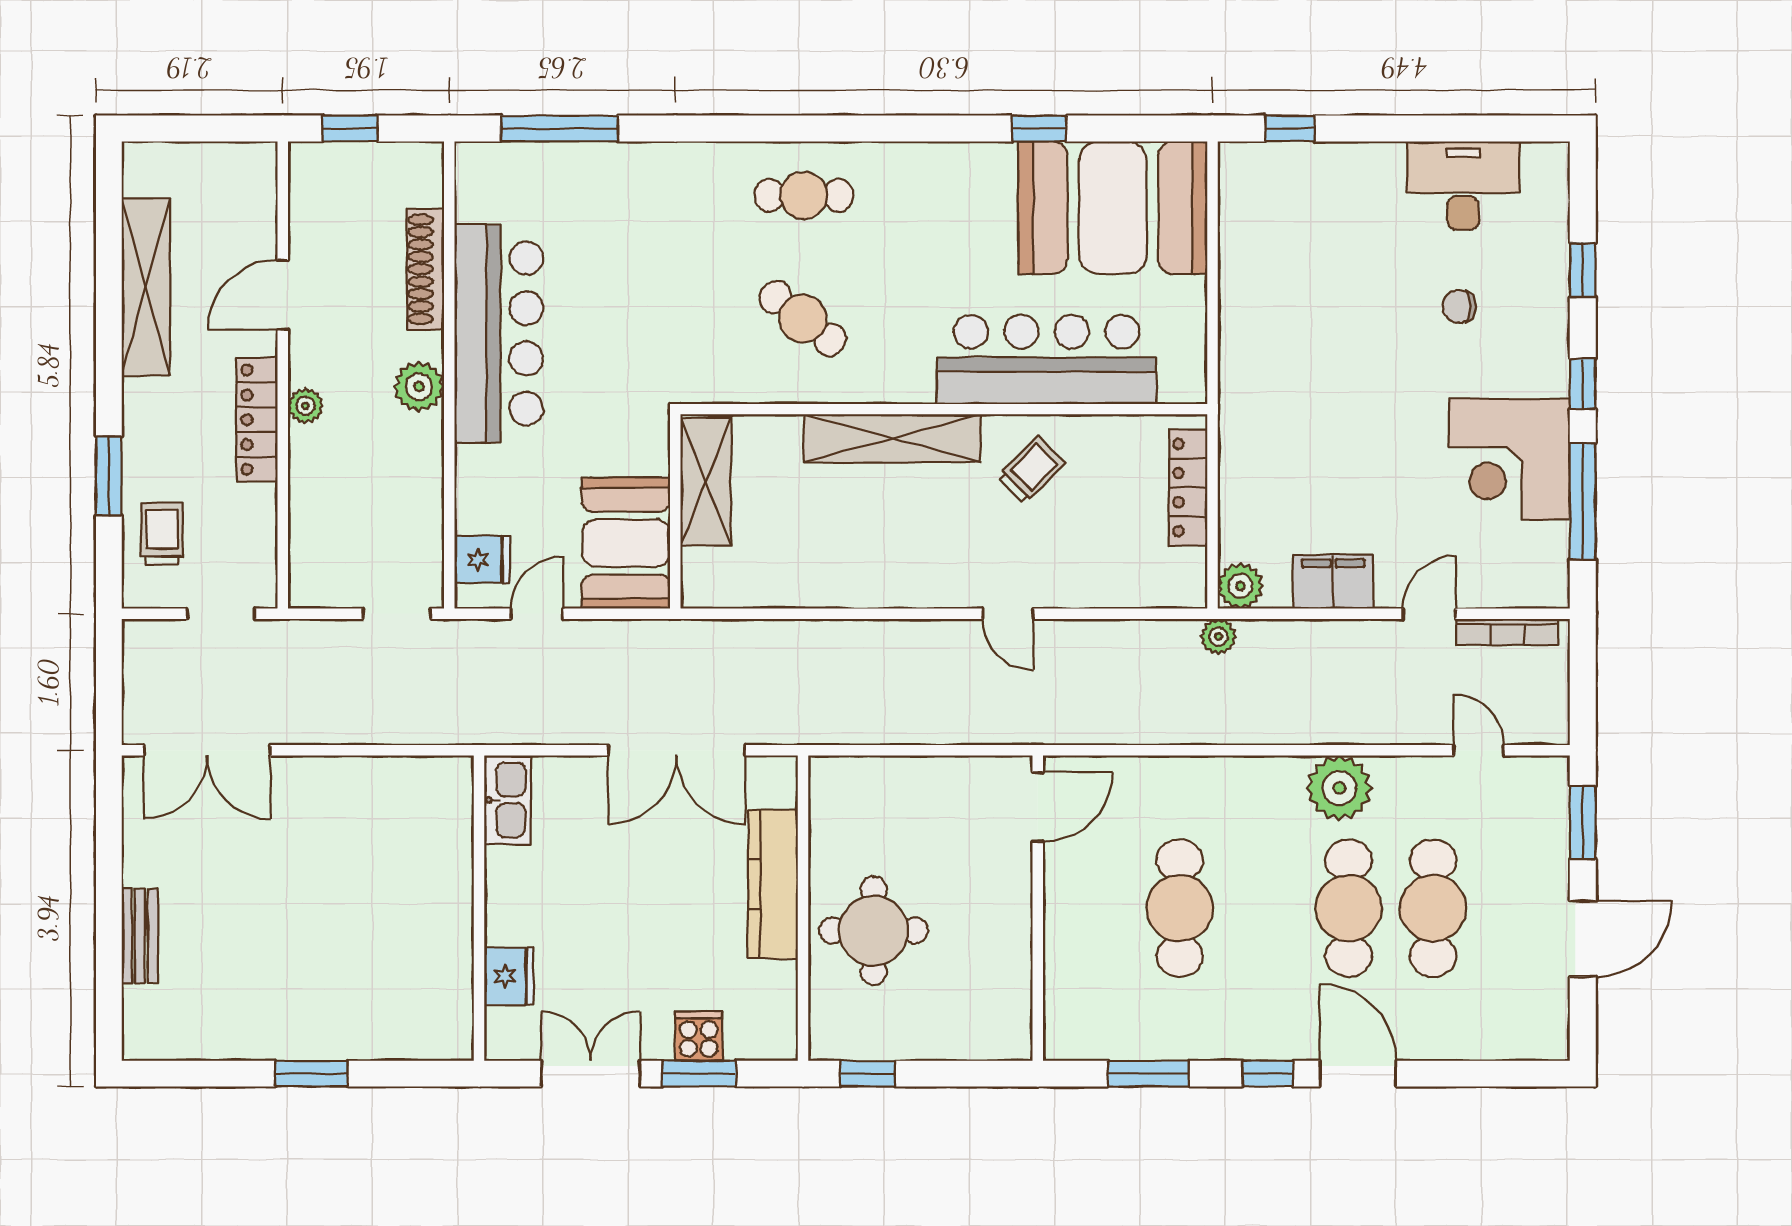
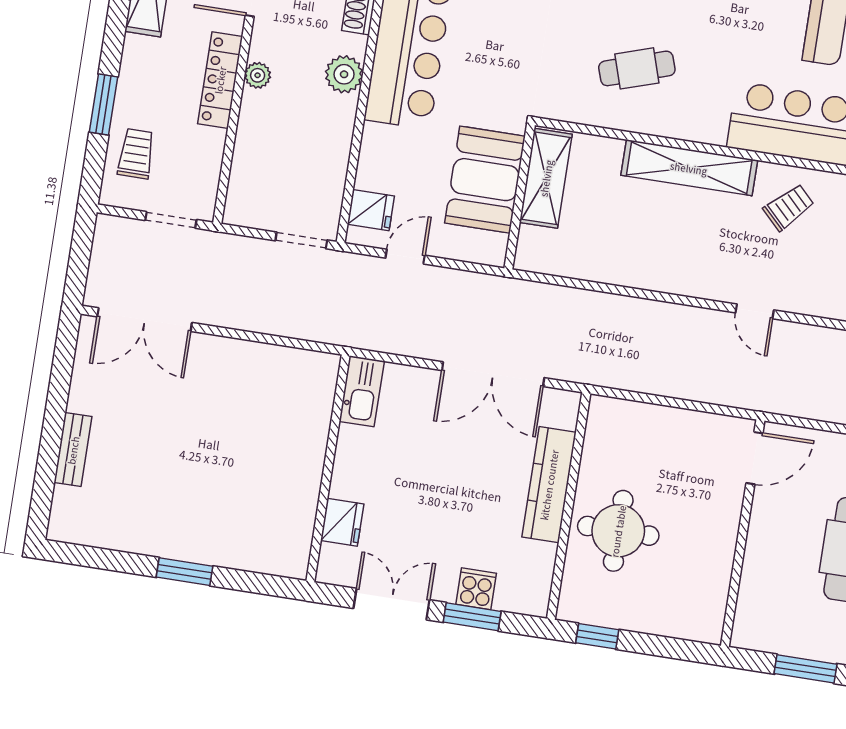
cafe table: (803, 319) -> (637, 68), turned -56
booth: (626, 543) -> (485, 180), moved

